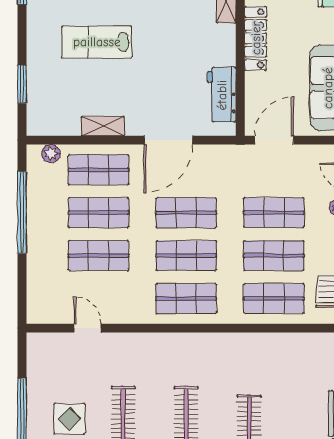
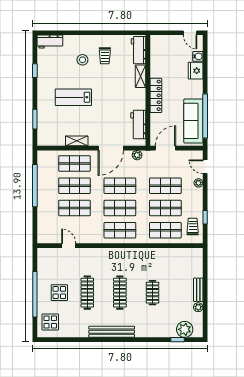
plant: (51, 154) -> (137, 155), moved

